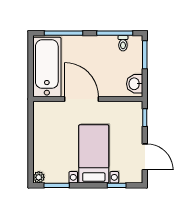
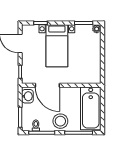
stool: (89, 49) -> (60, 121), added
door: (82, 99) -> (47, 85), moved

